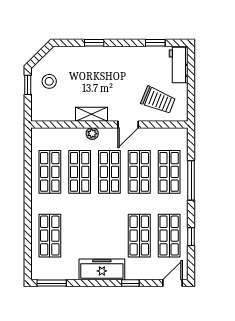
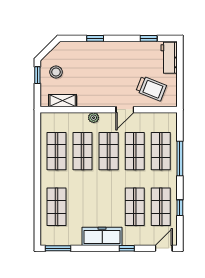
shelving: (92, 114) -> (63, 101), moved

